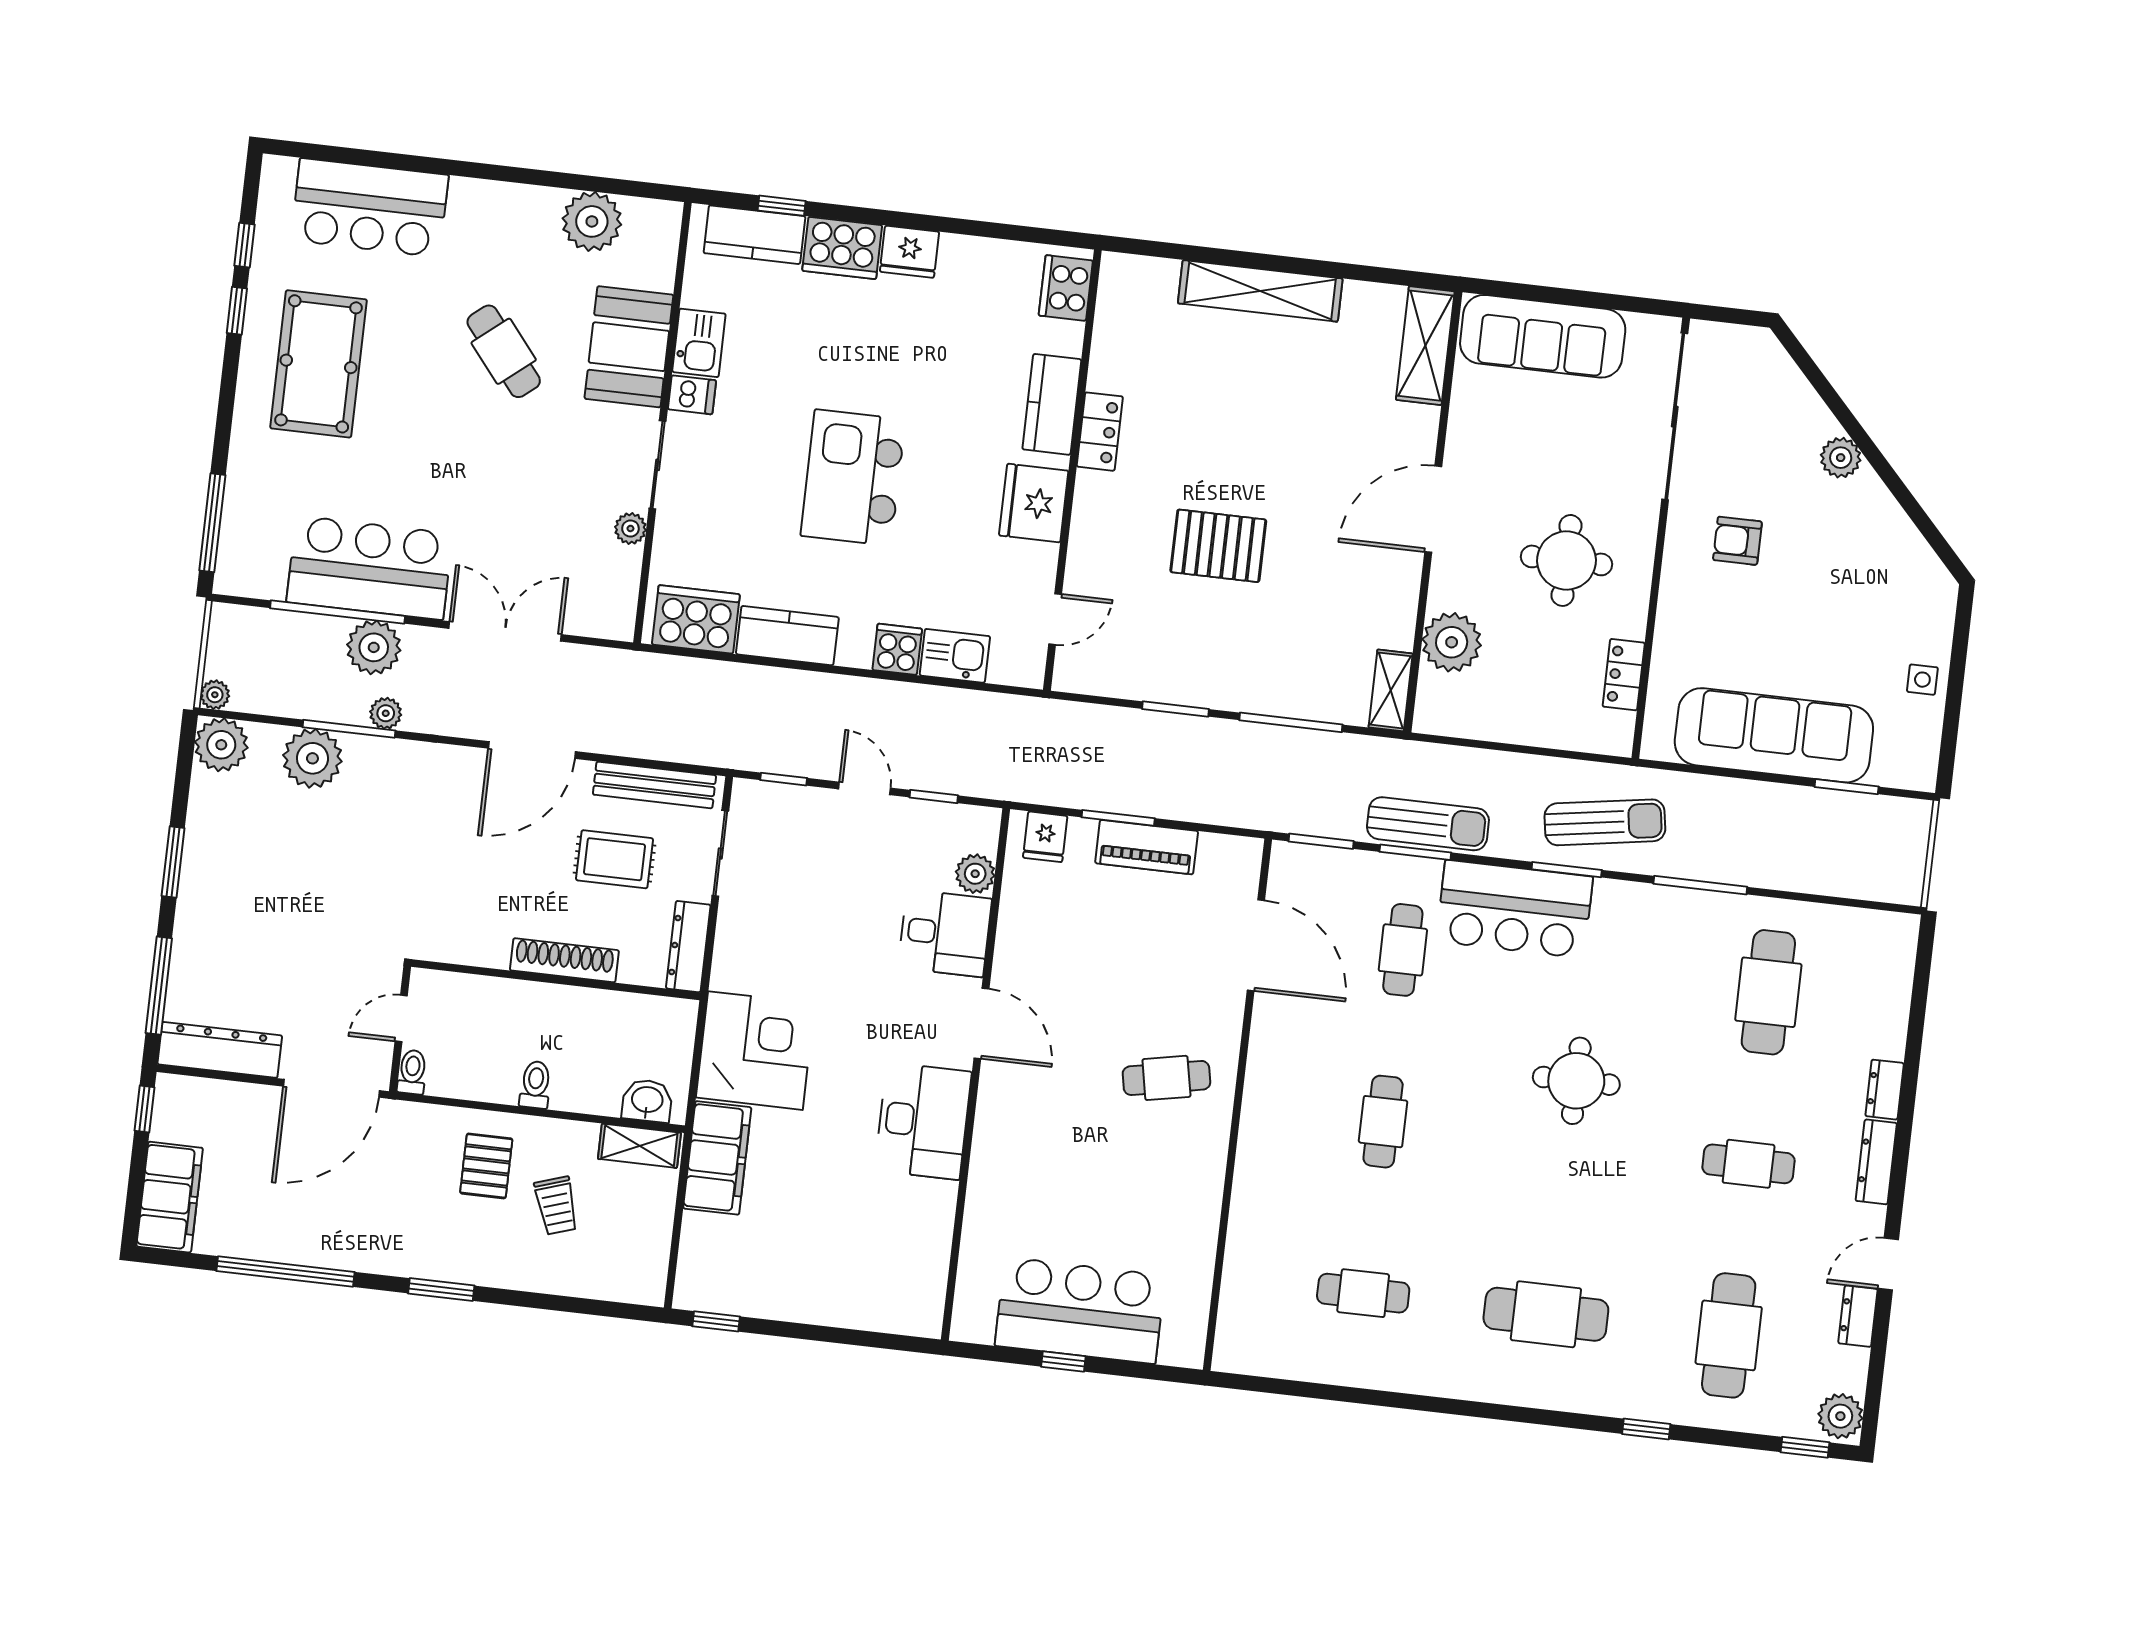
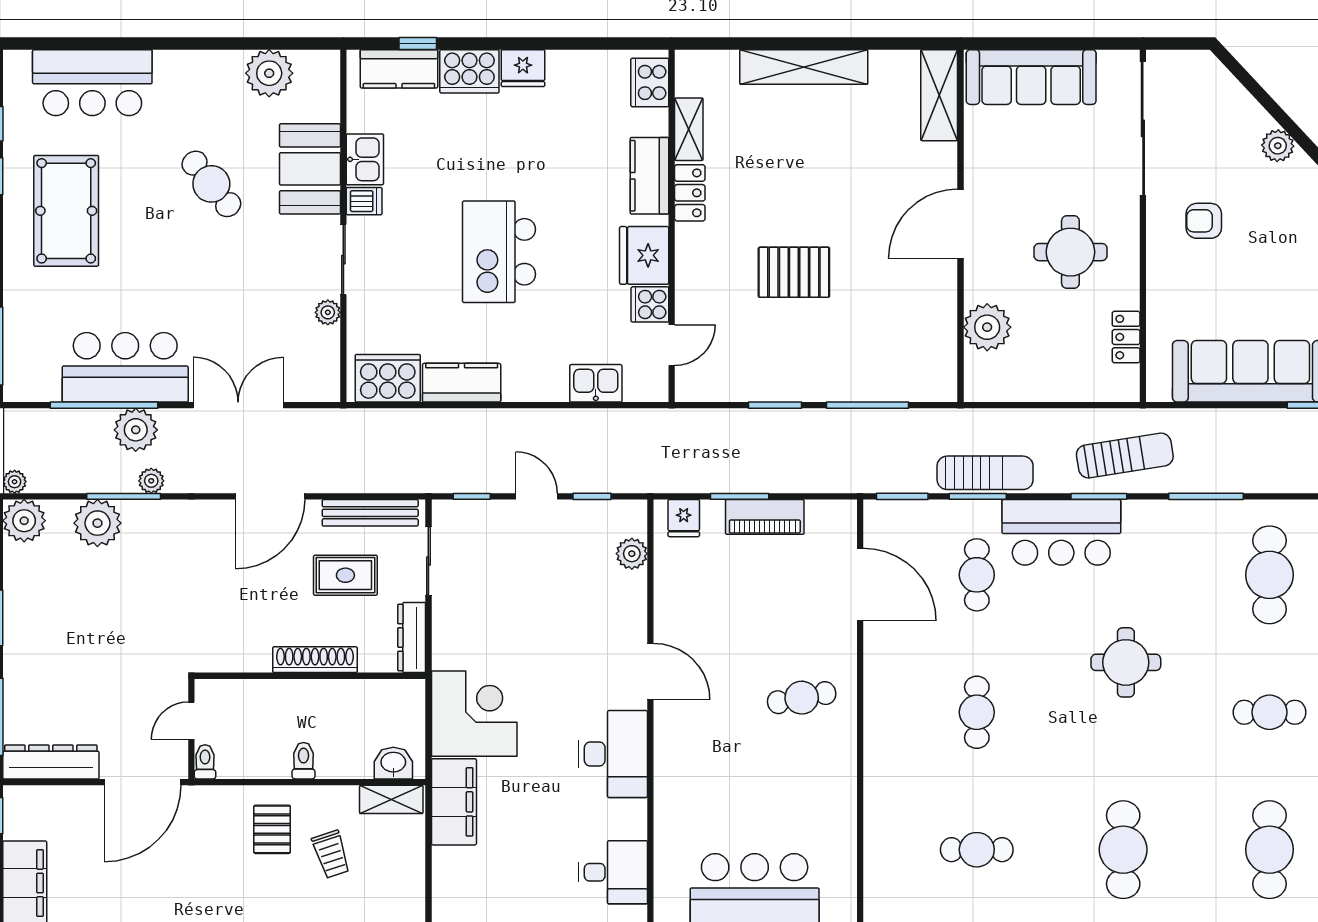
cooker: (897, 649) -> (650, 304), moved, turned -90
shelving: (1391, 690) -> (689, 129), moved
desk: (945, 933) -> (613, 872), moved
cafe table: (1546, 1314) -> (1123, 850), turned 90

